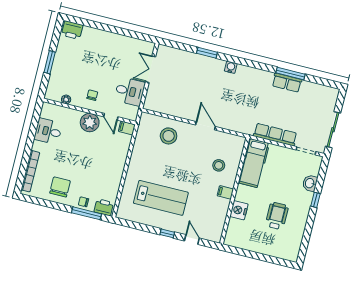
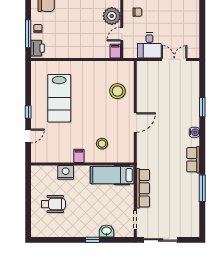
row of seats: (287, 83) -> (193, 160), moved
wheelchair: (277, 216) -> (53, 204), moved

